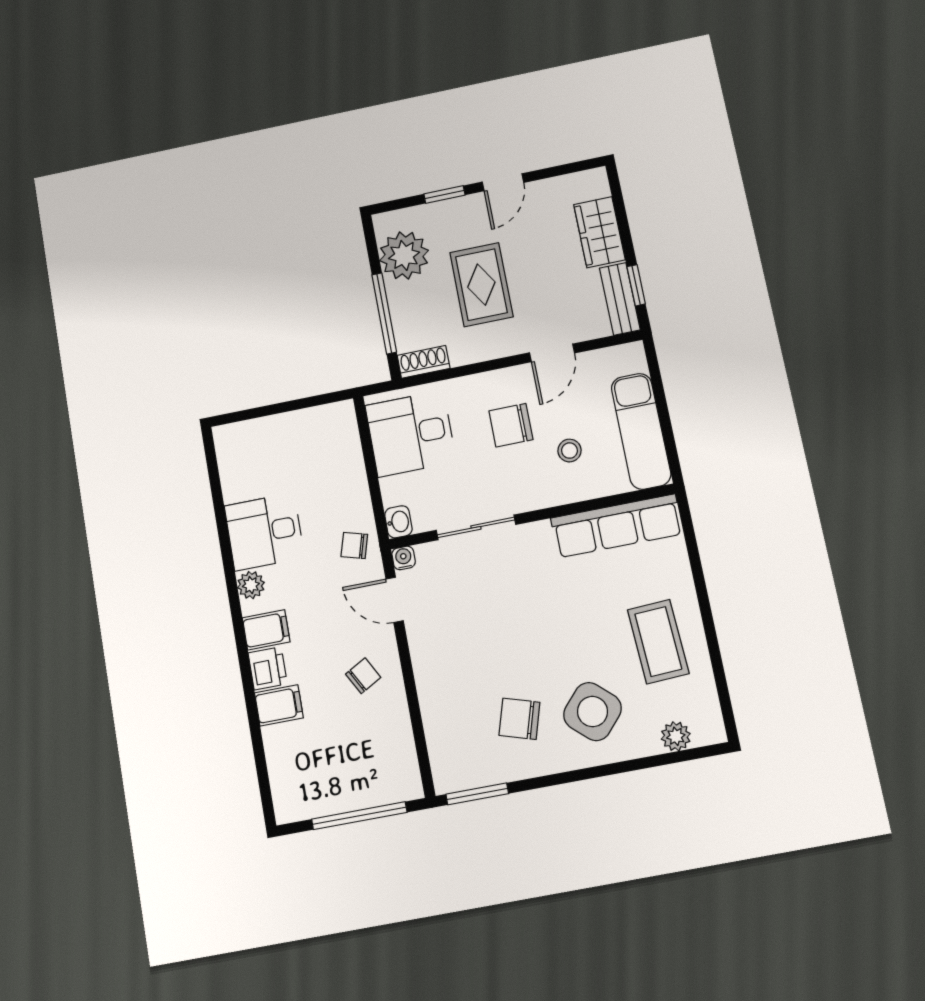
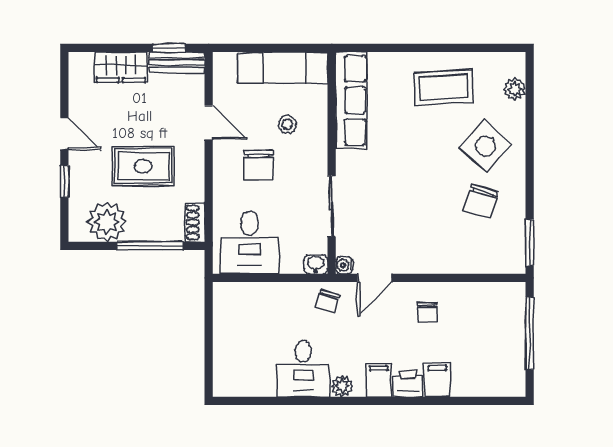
chair: (363, 676) -> (427, 312), turned -151

